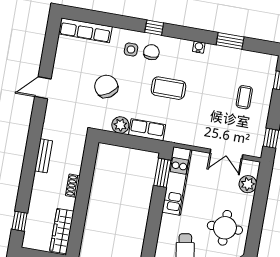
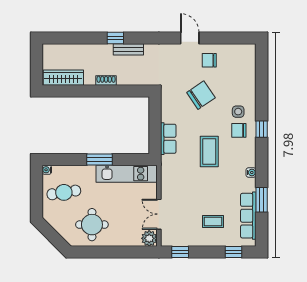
row of seats: (85, 30) -> (248, 216), moved
chair: (151, 52) -> (239, 130), turned 180
chair: (70, 71) -> (209, 60), added
plant: (120, 125) -> (168, 114), removed
window: (162, 173) -> (100, 159), moved
plant: (248, 184) -> (149, 238), moved
window: (20, 221) -> (115, 38), moved

